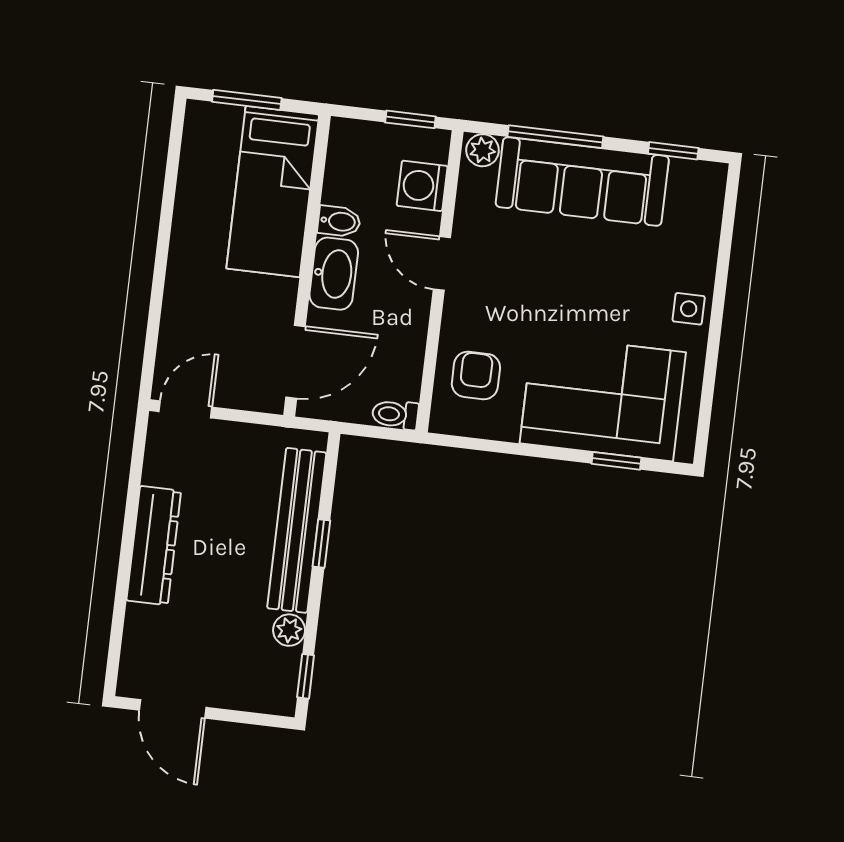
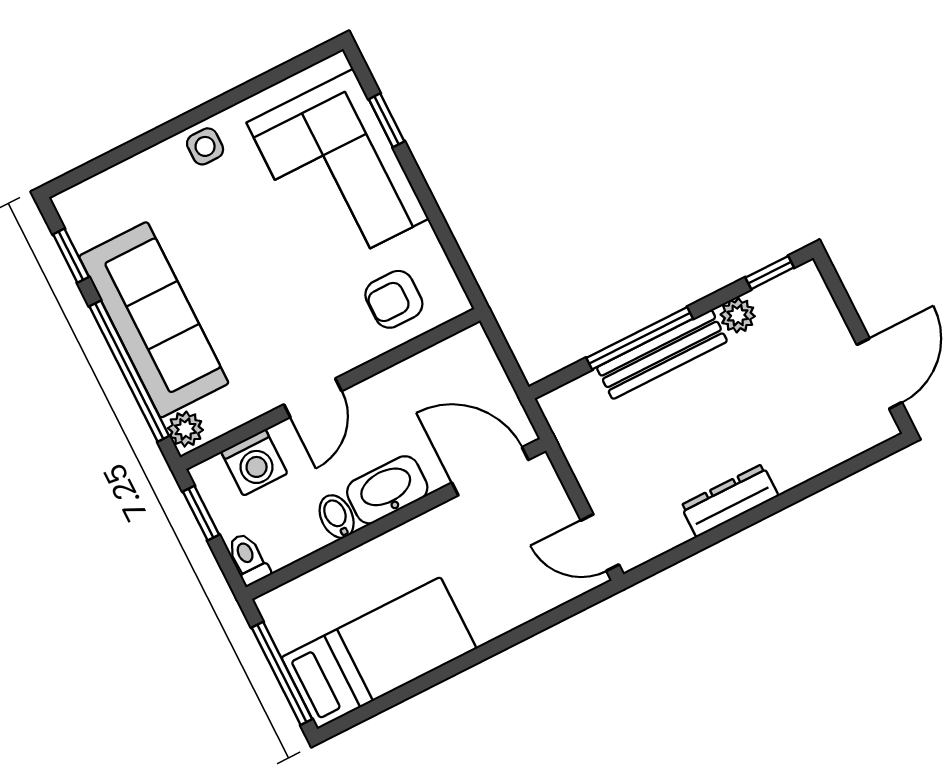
window: (247, 100) -> (282, 673), width x1.44
window: (555, 137) -> (129, 371), width x1.46
bed: (273, 192) -> (379, 653), moved
toilet: (395, 415) -> (248, 559), moved, turned 180
bench: (297, 530) -> (662, 354), width x0.73, depth x0.82
window: (321, 544) -> (640, 338), width x2.17
dresser: (154, 546) -> (730, 501), width x0.73, depth x0.80

